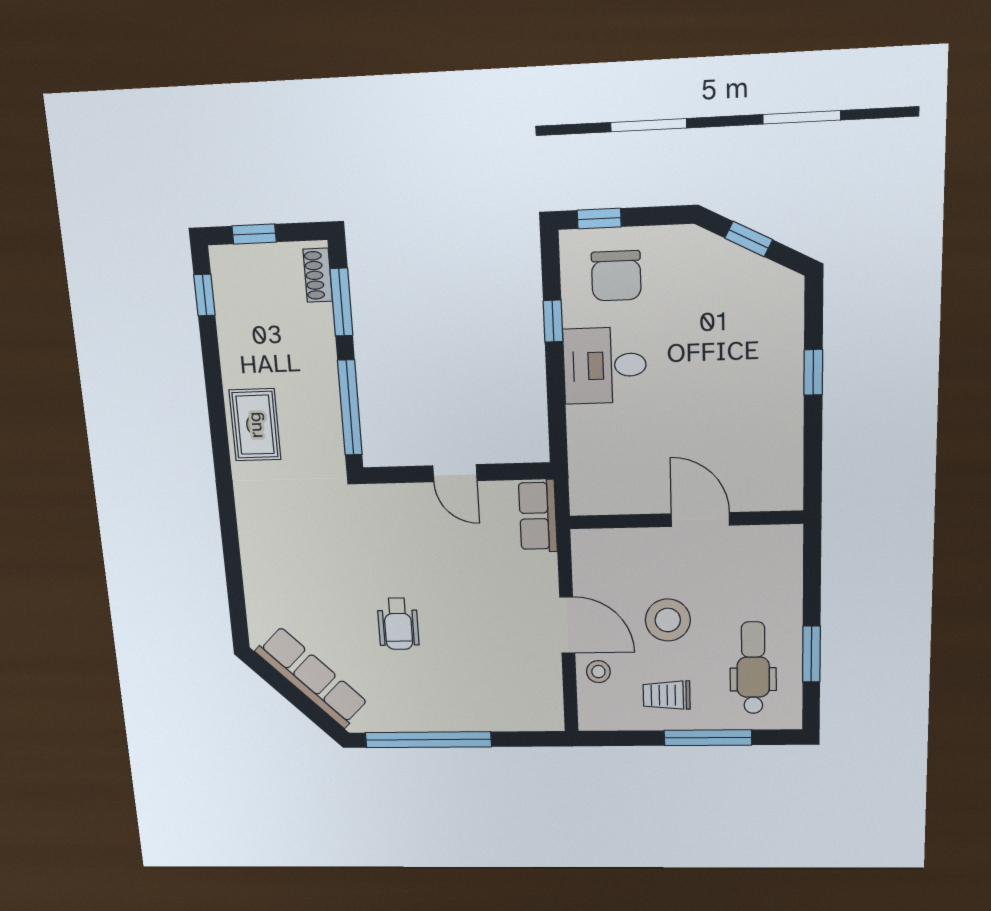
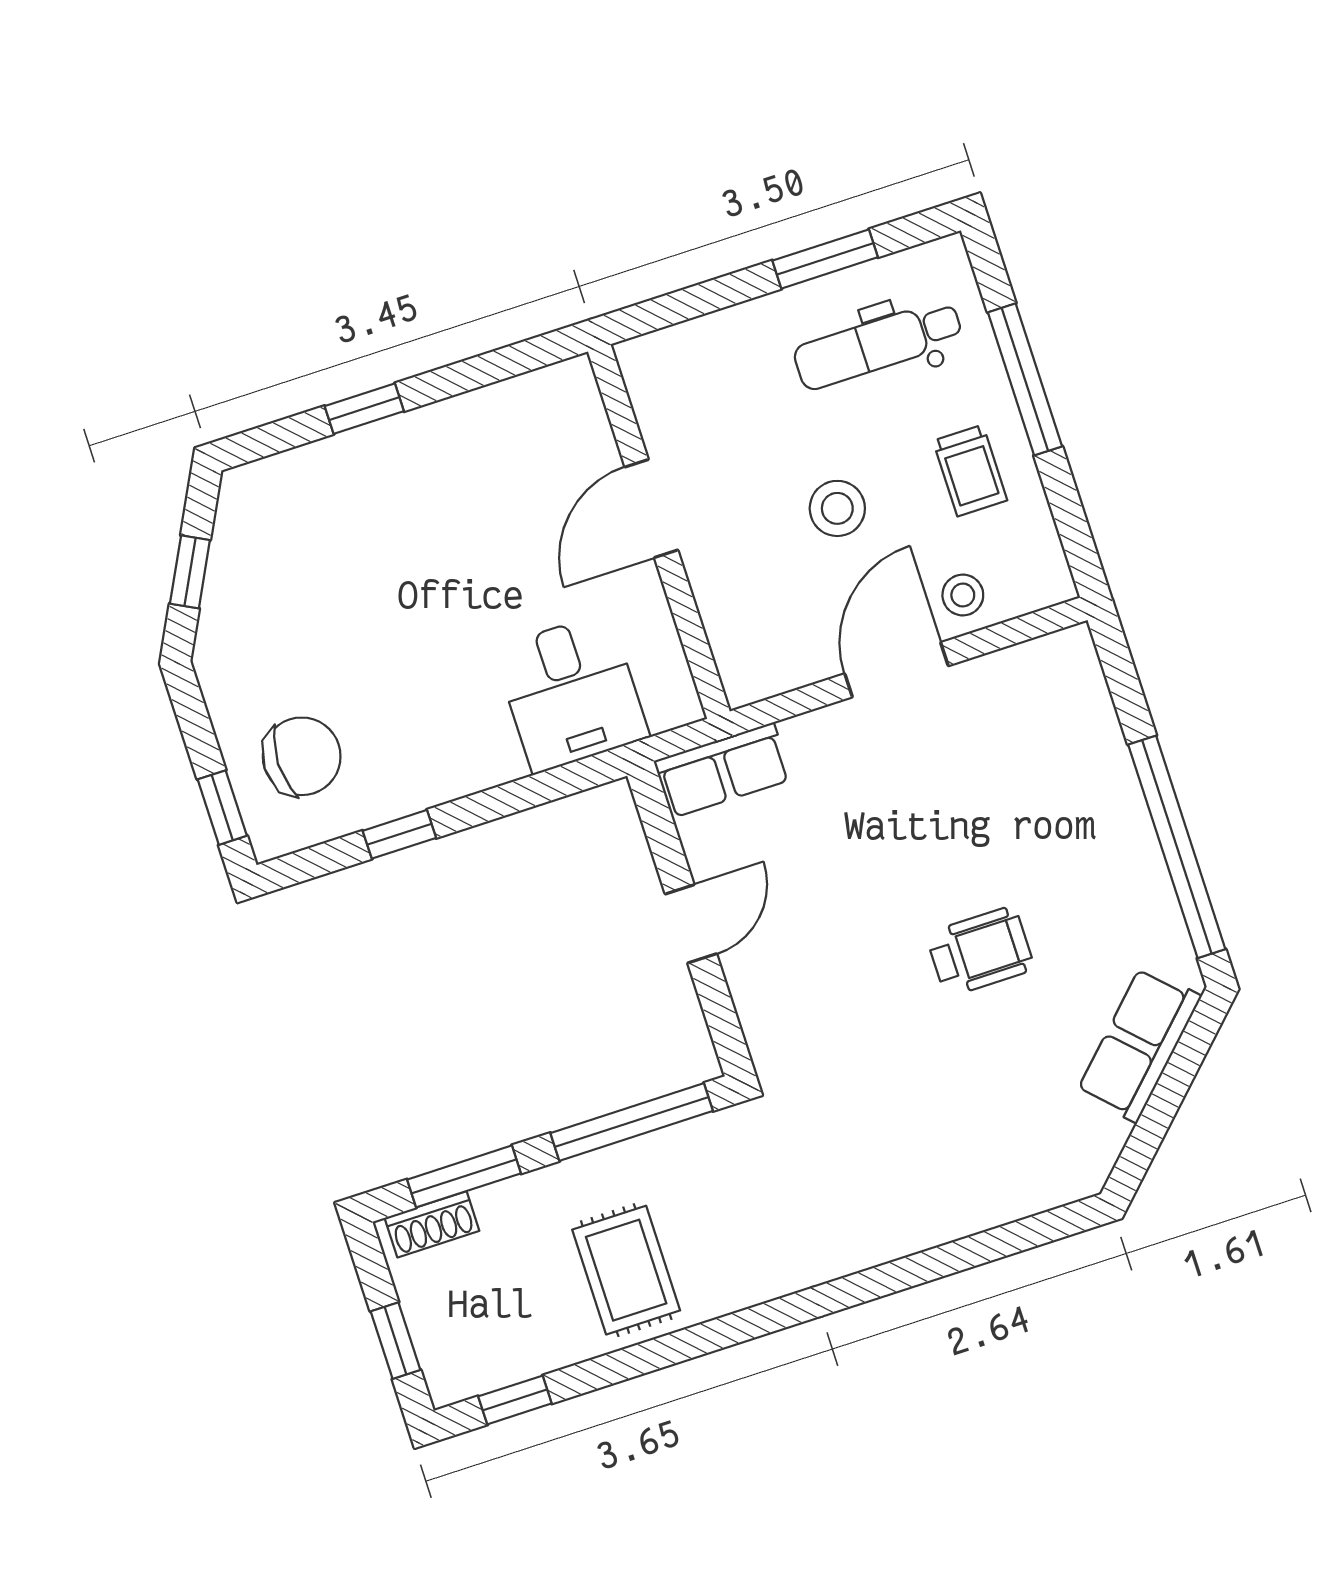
desk: (605, 366) -> (571, 693), moved
rug: (255, 425) -> (626, 1270), moved, turned 90
stool: (668, 620) -> (837, 508), width x0.73, depth x0.73
row of seats: (312, 677) -> (1139, 1044), width x0.68

